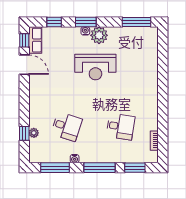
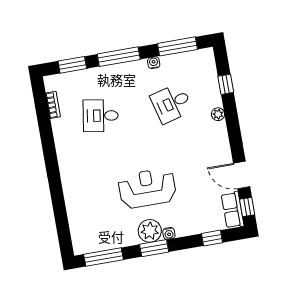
window: (86, 22) -> (154, 248), moved
desk: (67, 127) -> (172, 103), turned -33
plant: (34, 133) -> (218, 114), moved

